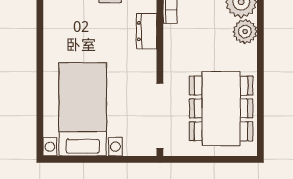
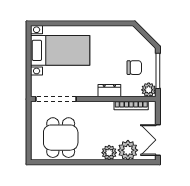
dining table: (221, 108) -> (61, 138), width x0.73

